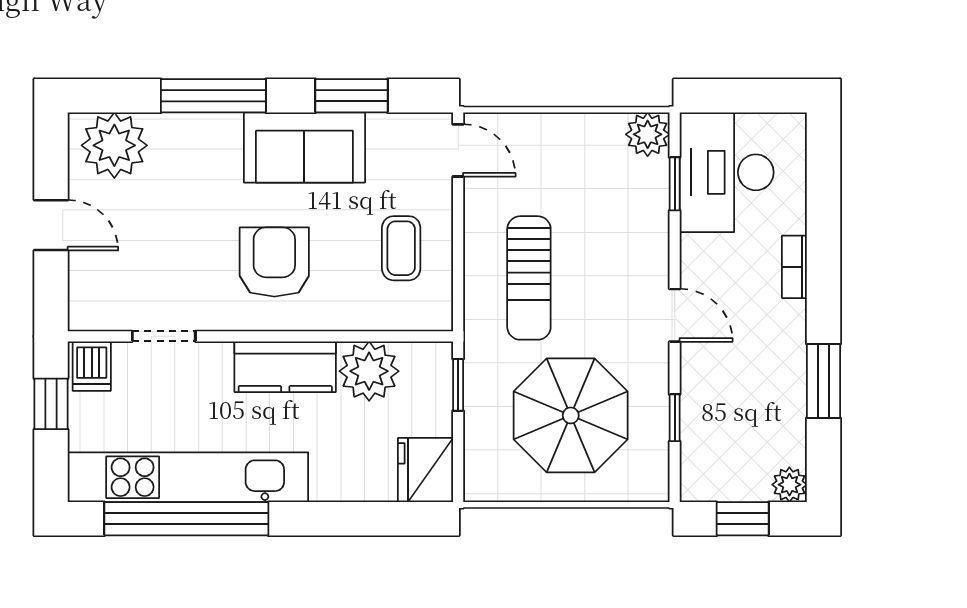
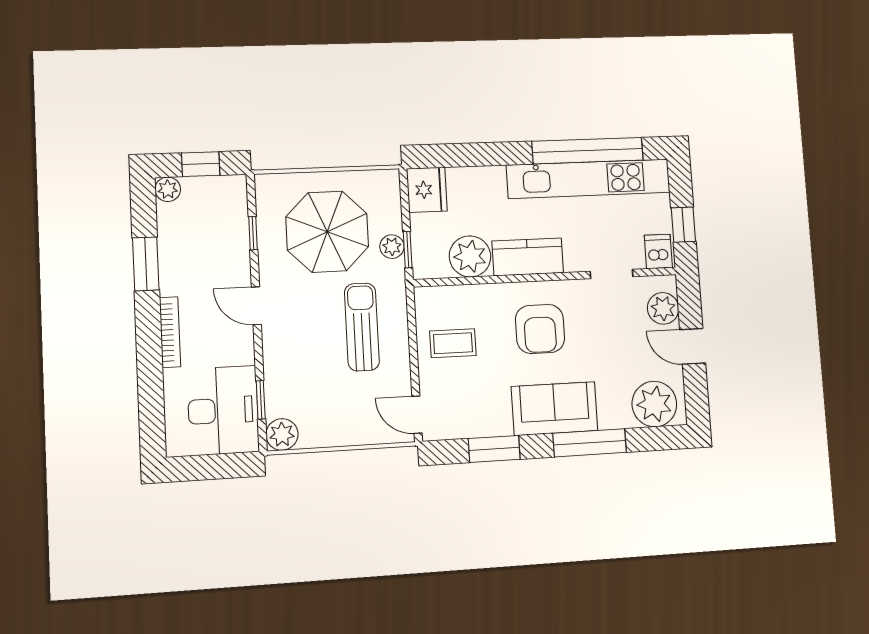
sofa: (304, 147) -> (555, 409), moved
coffee table: (401, 248) -> (453, 343), turned 90
bookcase: (794, 267) -> (170, 332), width x1.56
plant: (91, 283) -> (663, 308), added
plant: (480, 390) -> (392, 247), added

